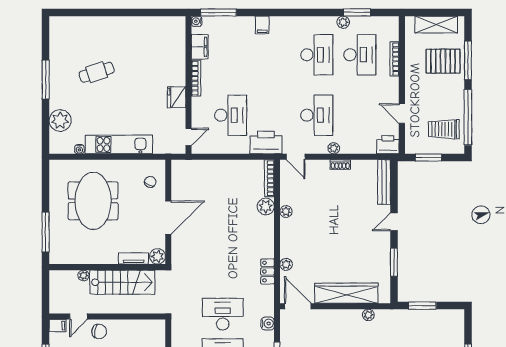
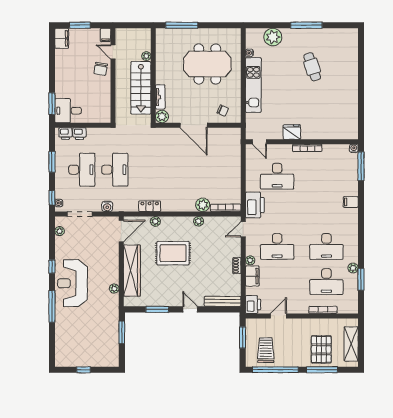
filing cabinet: (200, 47) -> (252, 276), moved, turned -90
rug: (325, 243) -> (173, 253), added

